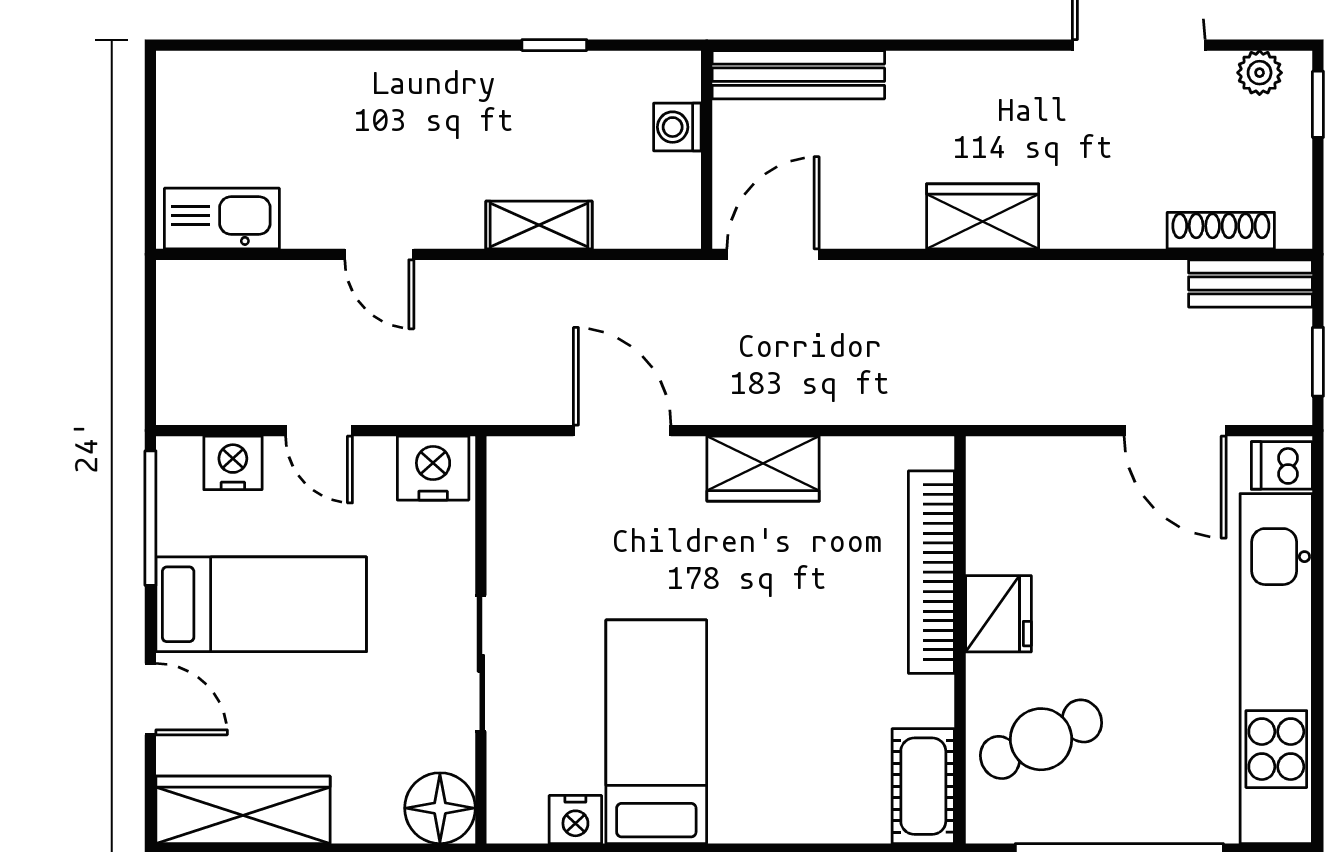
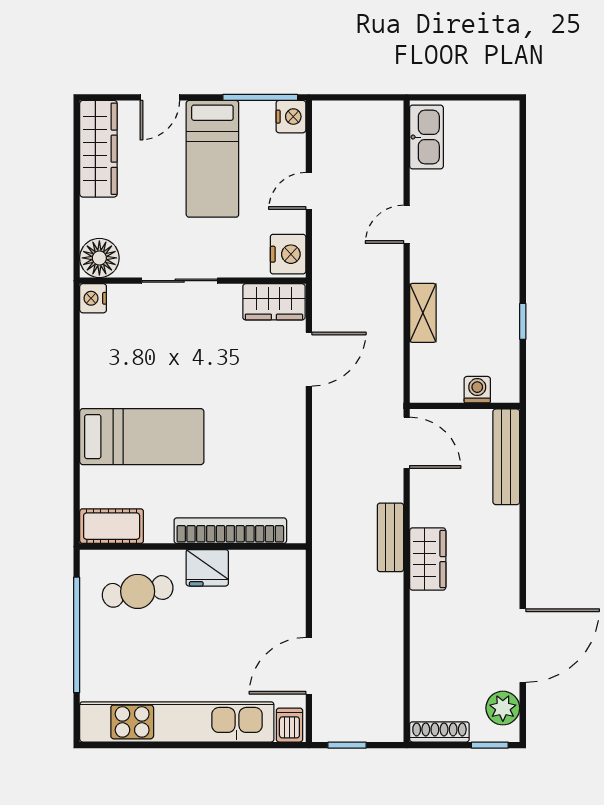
plant: (1260, 73) -> (503, 708), width x1.38, depth x1.38
shoe rack: (1221, 231) -> (439, 732), moved, turned -90
bench: (1251, 283) -> (390, 537), moved
nightstand: (233, 463) -> (291, 117), moved
wardrobe: (763, 469) -> (274, 302), moved, turned -90
bed: (656, 732) -> (142, 437), moved
cafe table: (1041, 739) -> (138, 591), turned -75
nightstand: (575, 819) -> (93, 298), moved

